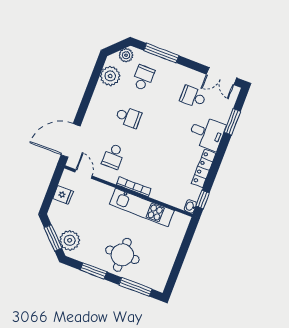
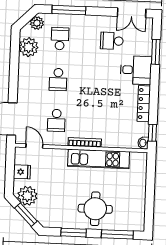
school desk: (128, 117) -> (58, 80), turned 90
plant: (70, 240) -> (27, 196), moved

